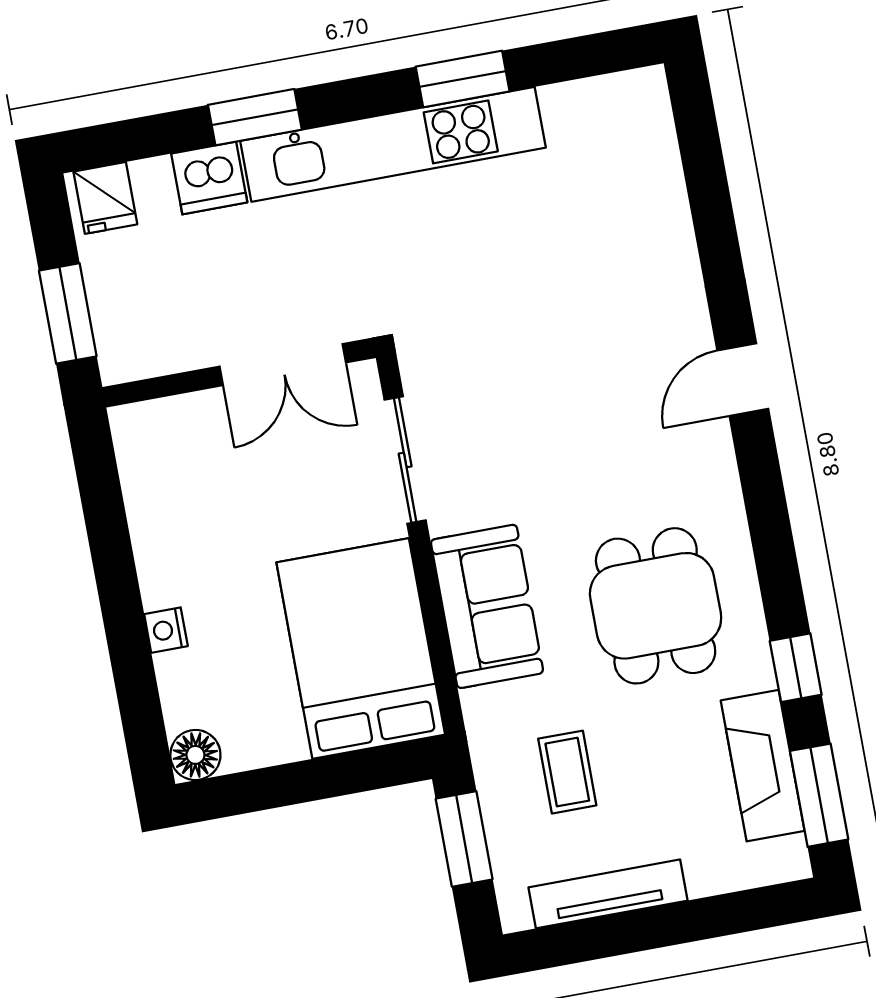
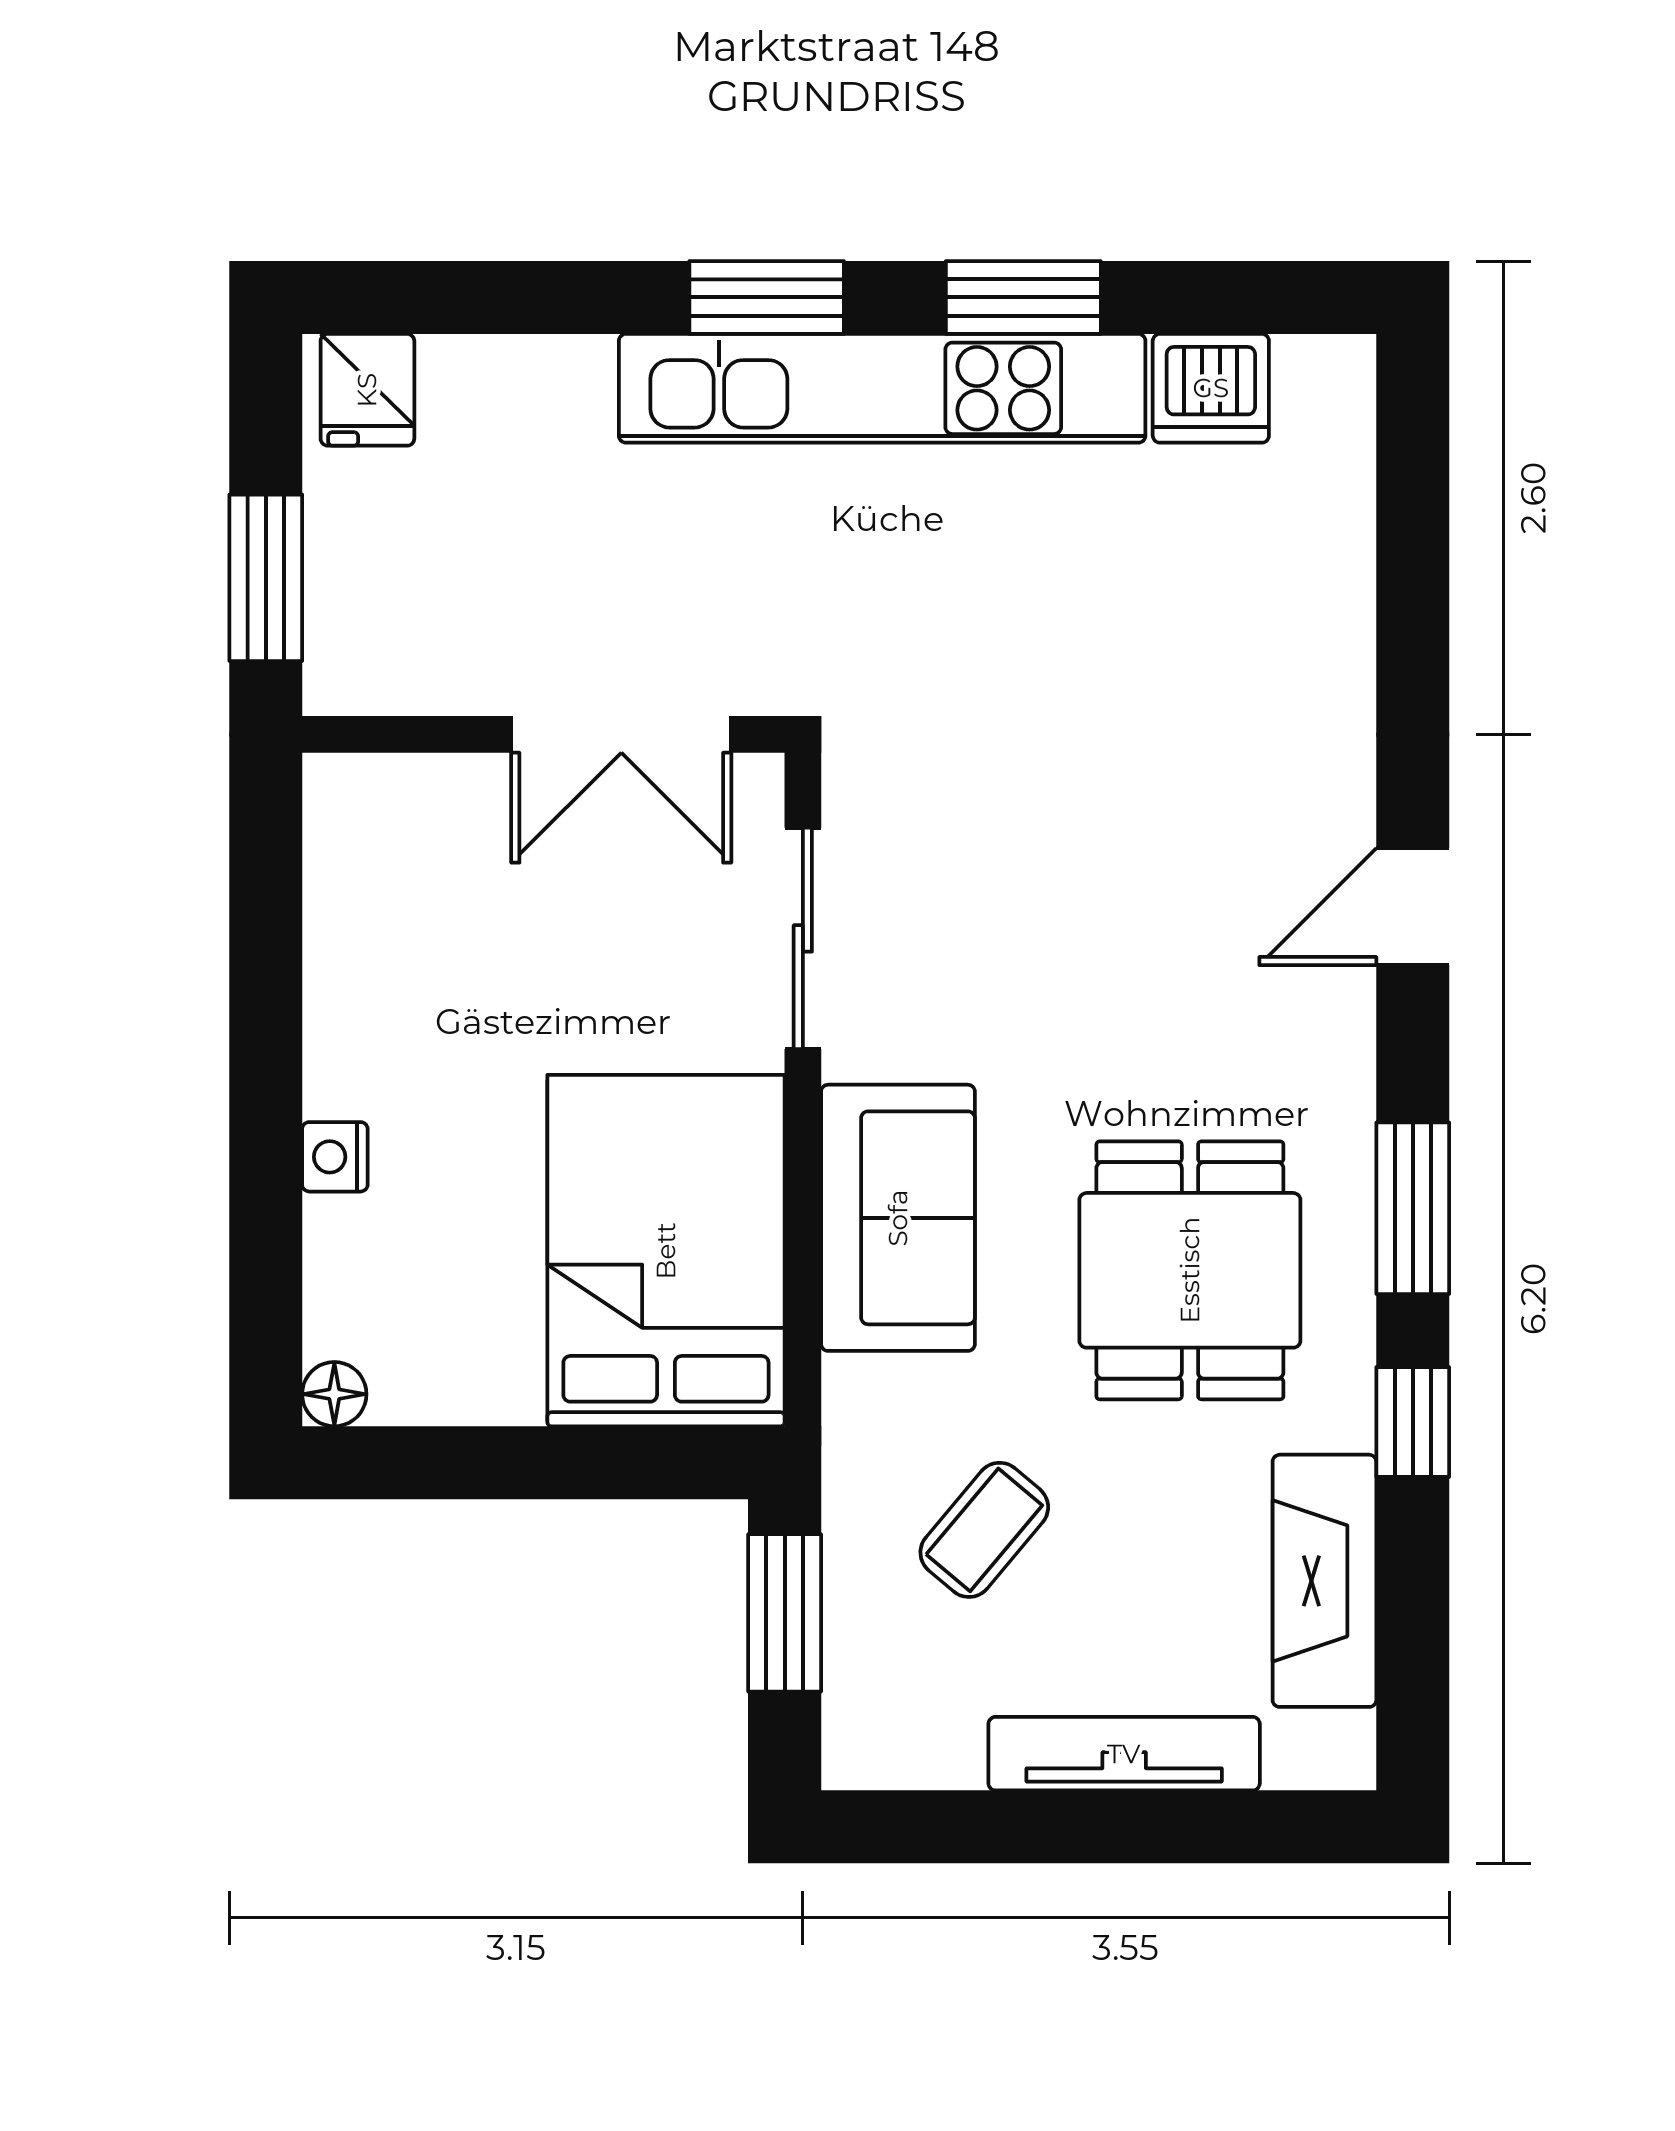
window: (255, 117) -> (767, 297), moved
dishwasher: (209, 178) -> (1211, 388), moved
floor lamp: (195, 755) -> (334, 1394), width x0.73, depth x0.73
coffee table: (567, 772) -> (984, 1530), turned 40
window: (819, 795) -> (1413, 1208), moved
tv unit: (608, 894) -> (1124, 1754), moved

